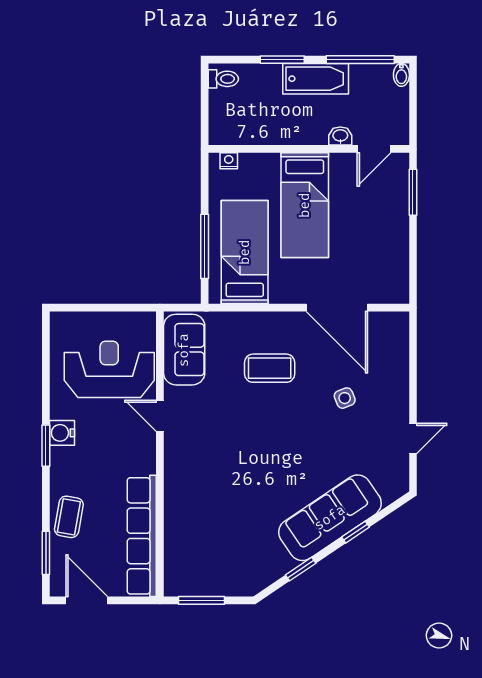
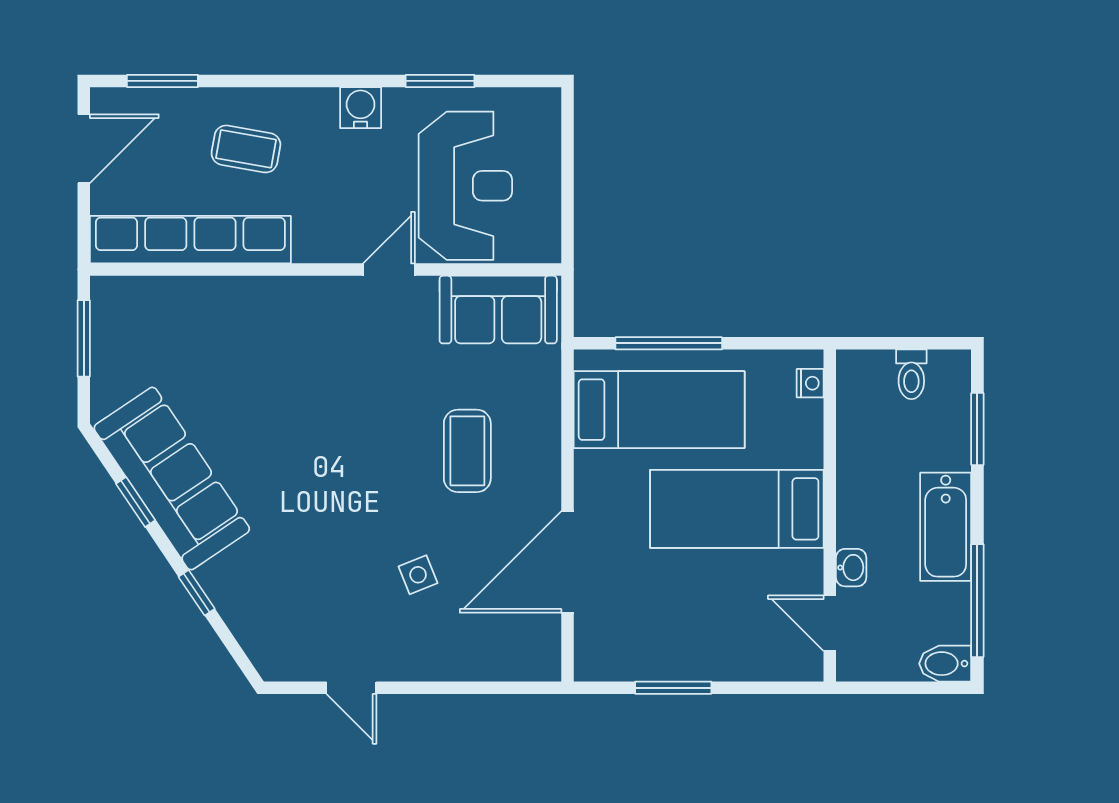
window: (282, 60) -> (977, 429), moved
bidet: (401, 75) -> (945, 664), width x1.38, depth x1.36
toilet: (223, 79) -> (911, 374), moved
window: (413, 192) -> (673, 688), moved
window: (46, 446) -> (440, 81), moved
coffee table: (69, 517) -> (246, 149), moved
sofa: (330, 518) -> (172, 479), moved

